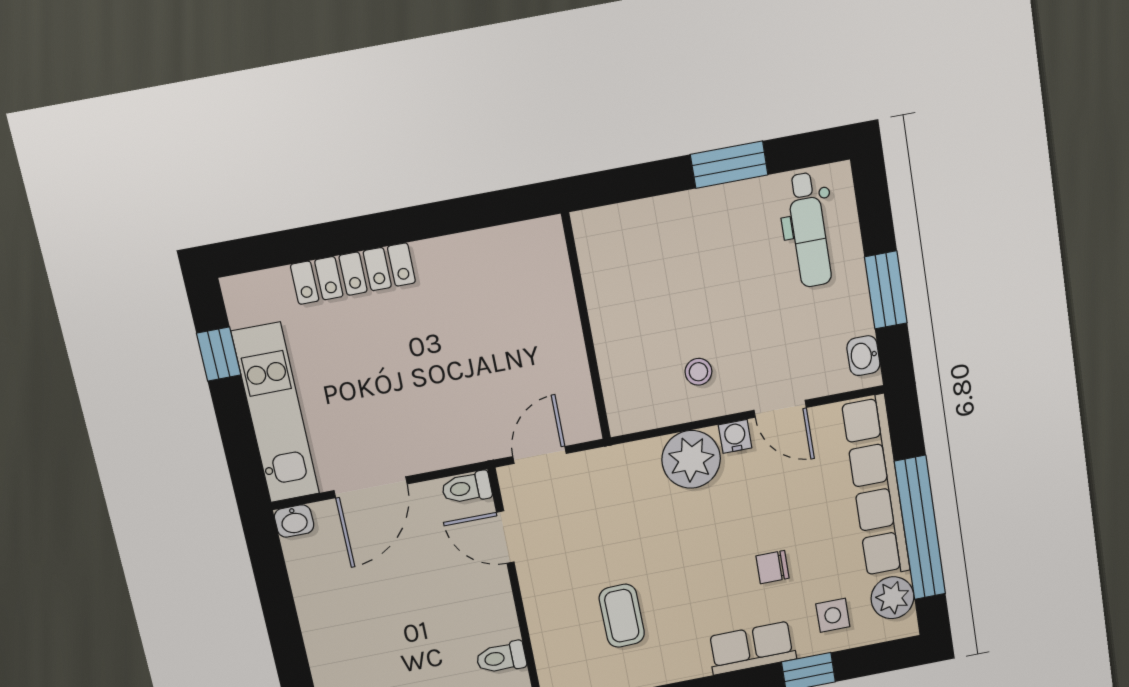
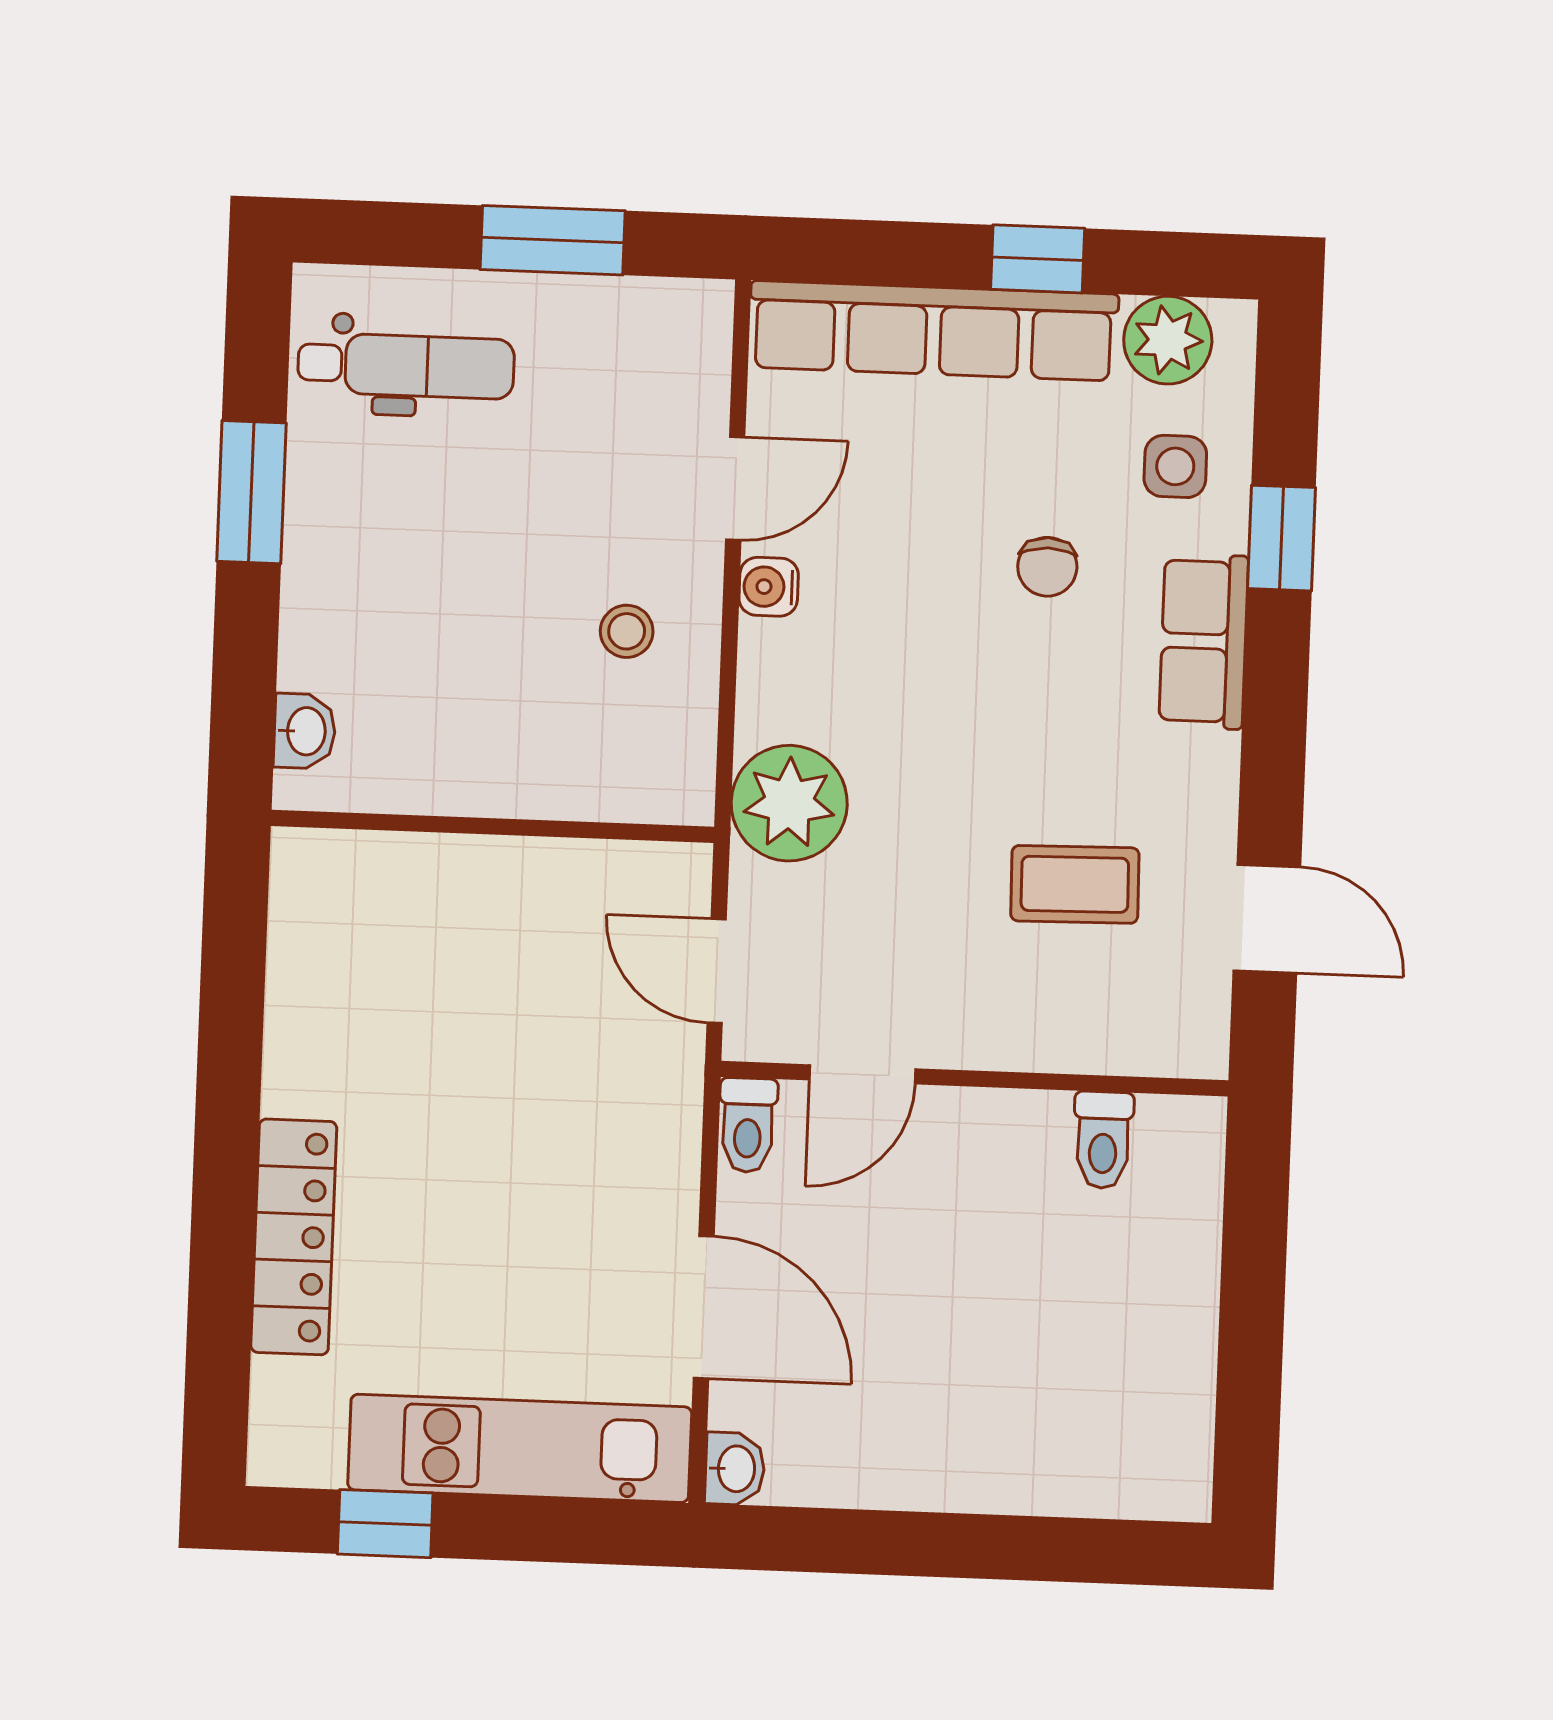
washbasin: (863, 356) -> (305, 731), moved, turned -90
plant: (691, 459) -> (789, 803), moved
window: (920, 528) -> (1038, 259), width x0.32

